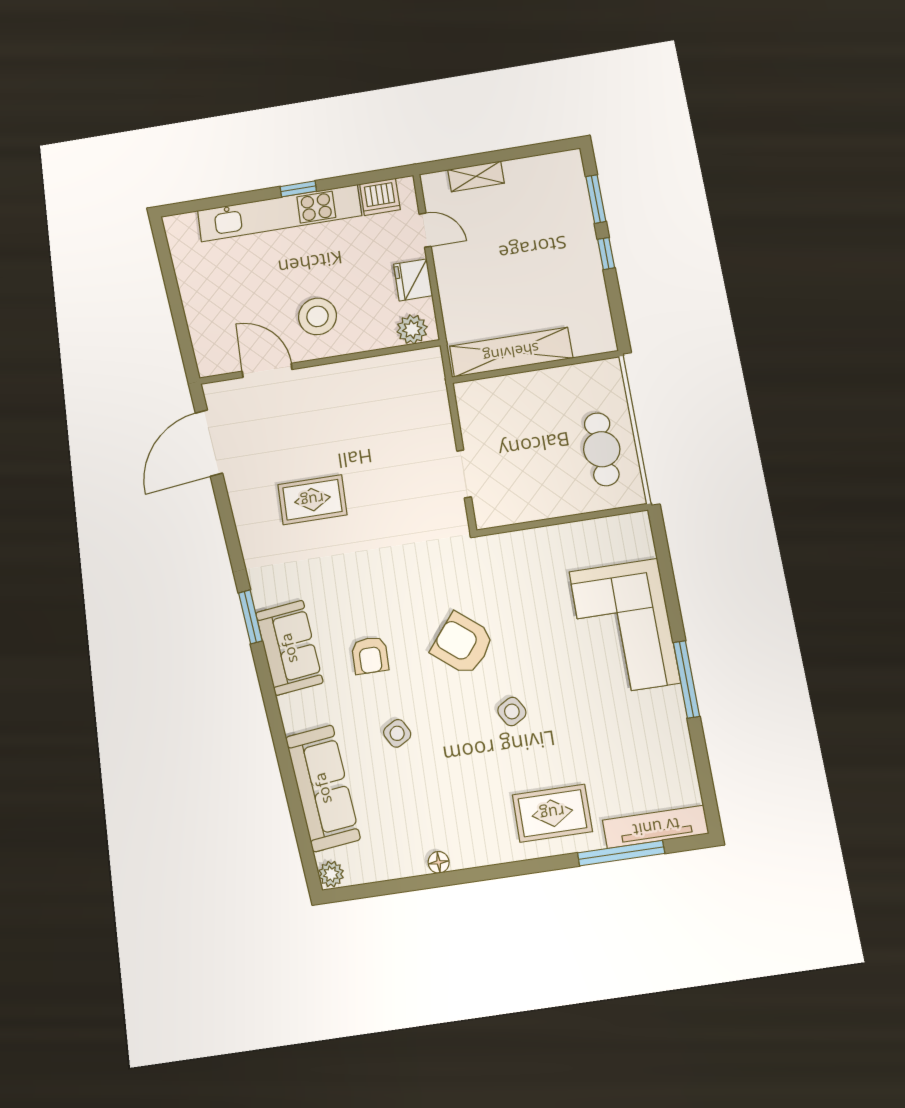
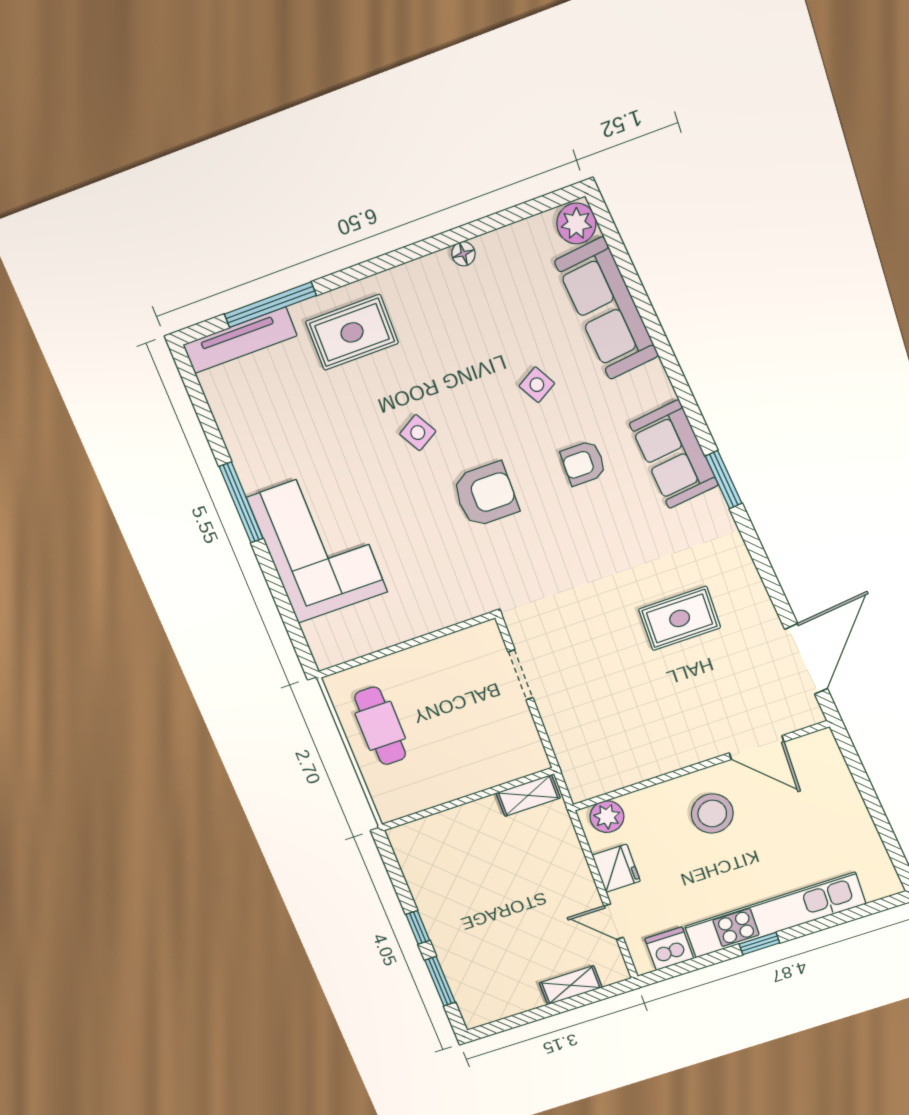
shelving: (511, 352) -> (528, 795), width x0.45, depth x0.75
armchair: (462, 644) -> (486, 495), turned -39
armchair: (370, 655) -> (583, 463), turned -90
plant: (331, 874) -> (576, 224), width x1.38, depth x1.38

